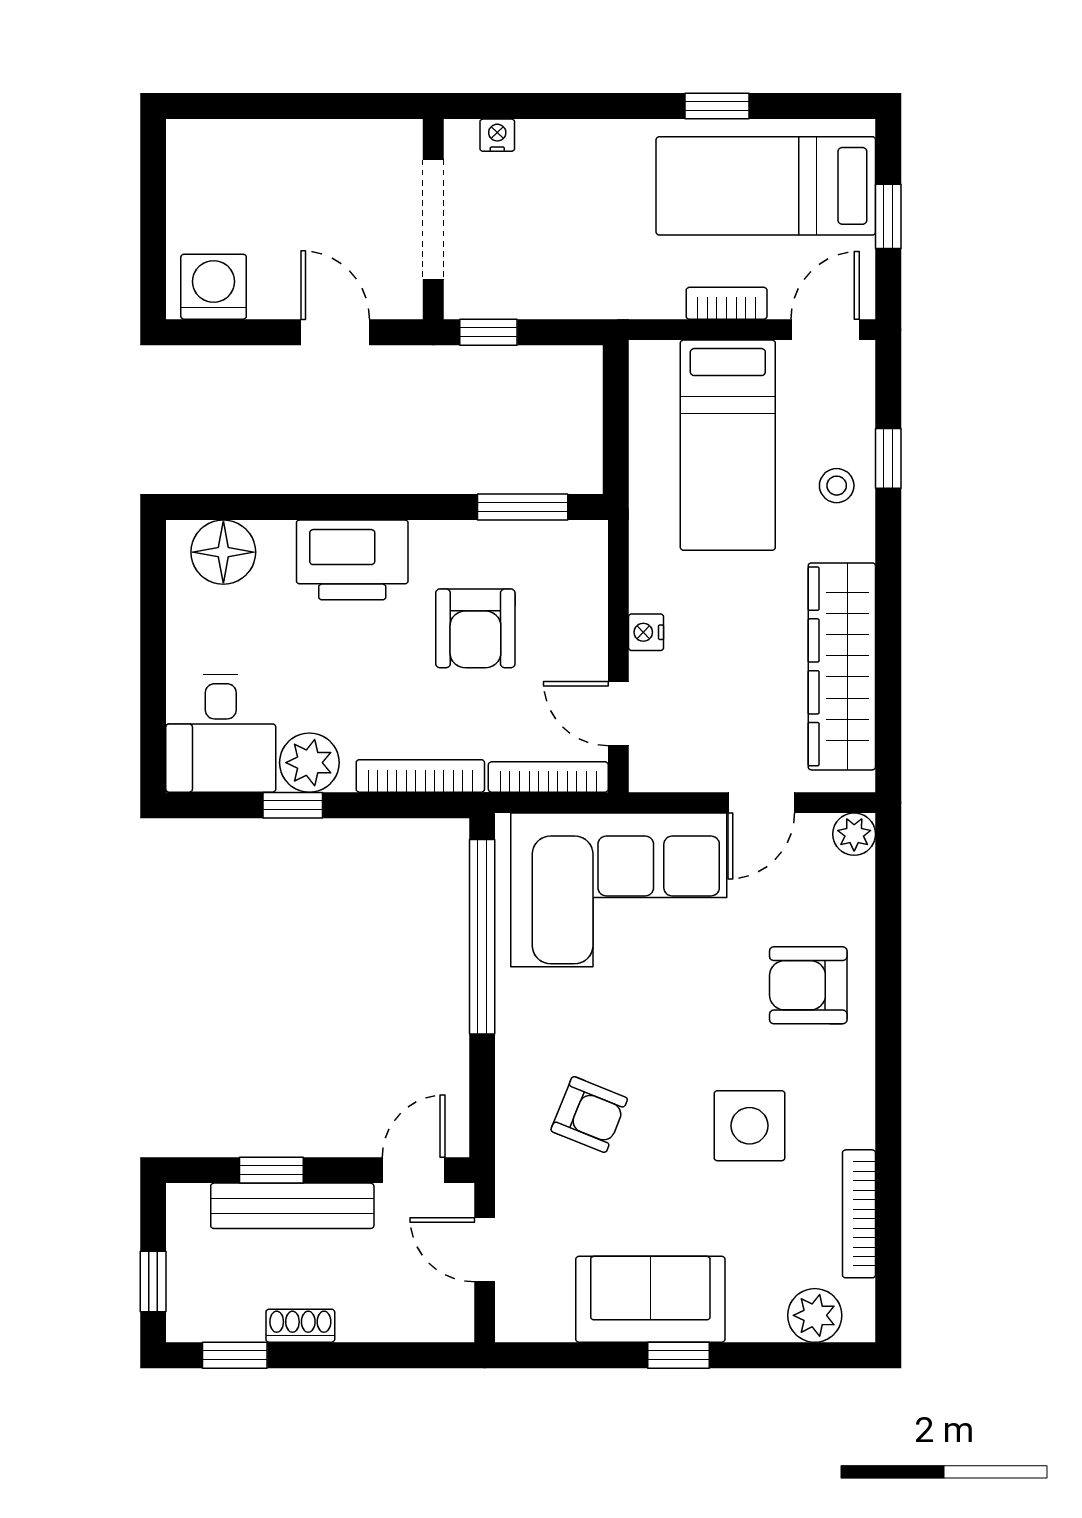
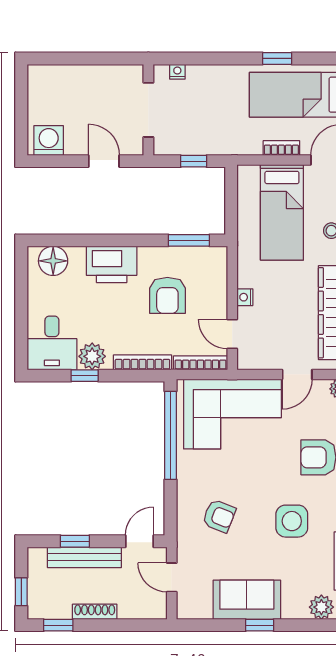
window: (488, 332) -> (194, 161), moved
shoe rack: (300, 1326) -> (95, 612), width x1.43

